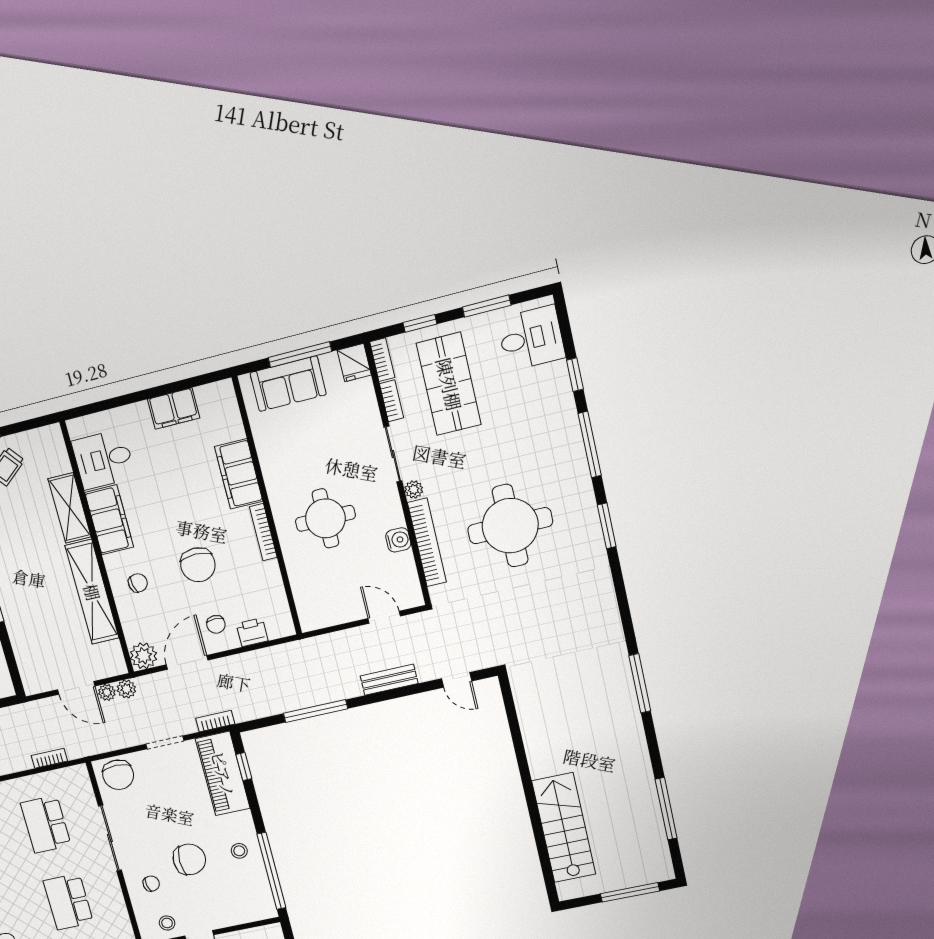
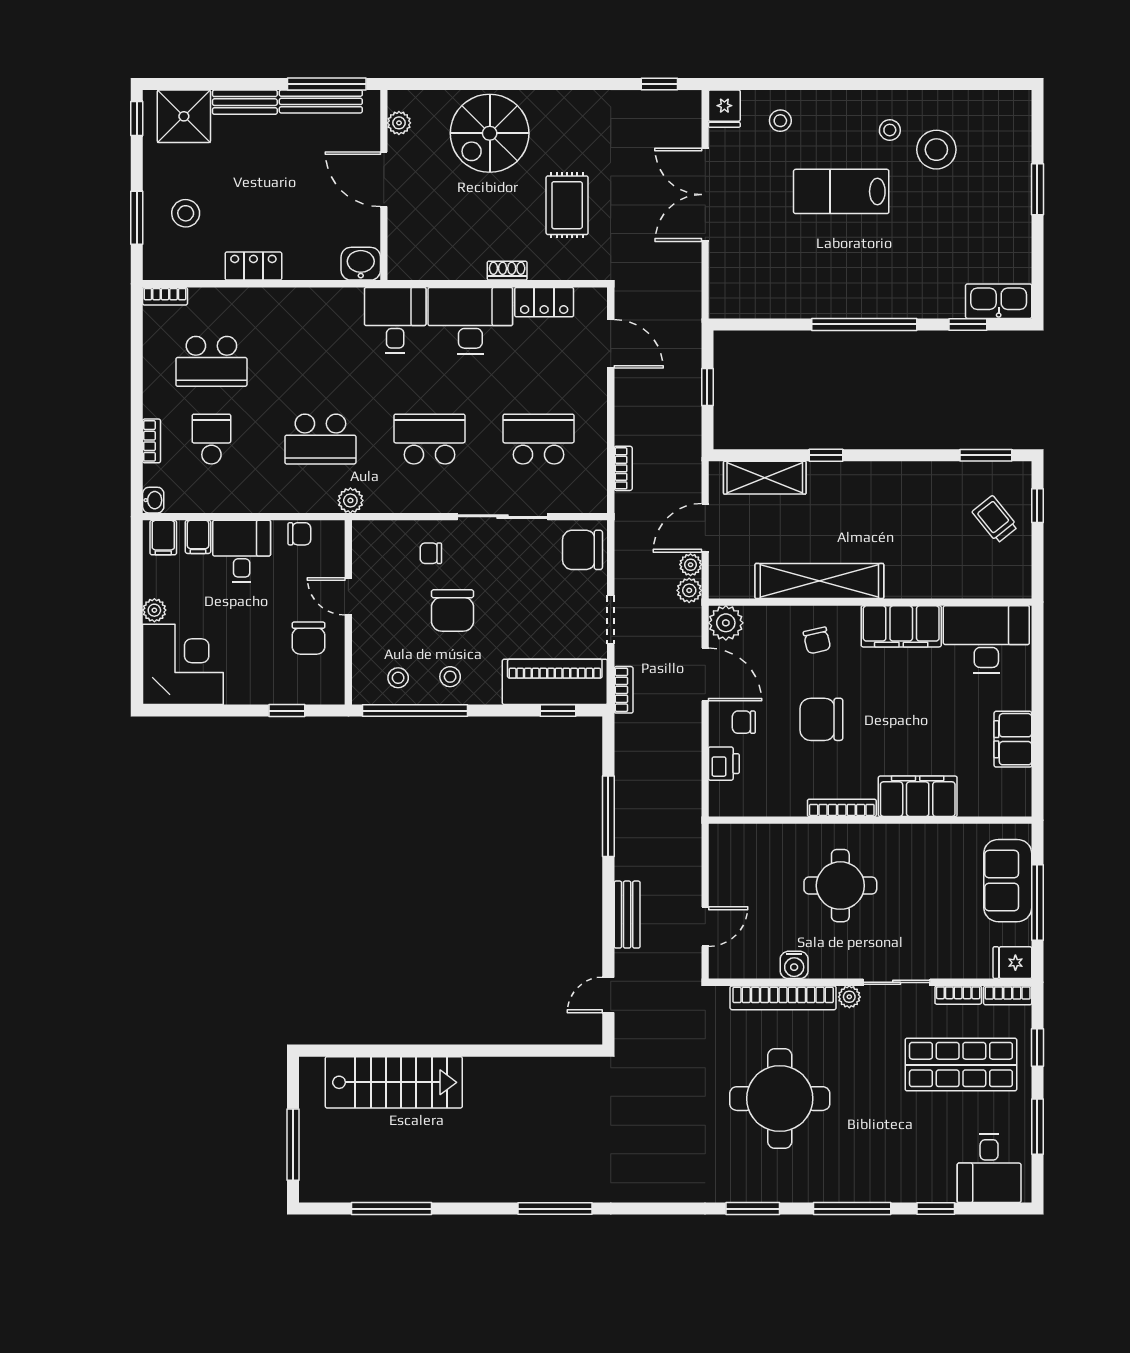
desk: (103, 459) -> (986, 639), width x1.37
shelving: (70, 508) -> (765, 478), moved
chair: (151, 884) -> (431, 553), turned 99
stool: (167, 923) -> (398, 678), moved

